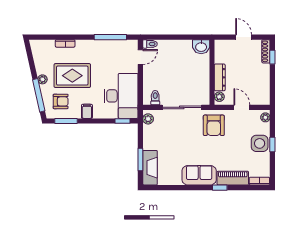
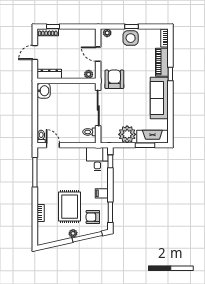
dresser: (220, 77) -> (49, 74), moved
desk: (121, 96) -> (97, 159), width x0.53, depth x0.77
armchair: (61, 101) -> (93, 217), turned -90
door: (242, 107) -> (98, 54), hinge flipped
plant: (148, 119) -> (127, 134), moved, width x1.87, depth x1.87
armchair: (214, 125) -> (114, 79), turned -90
sofa: (199, 175) -> (159, 98), width x1.36

